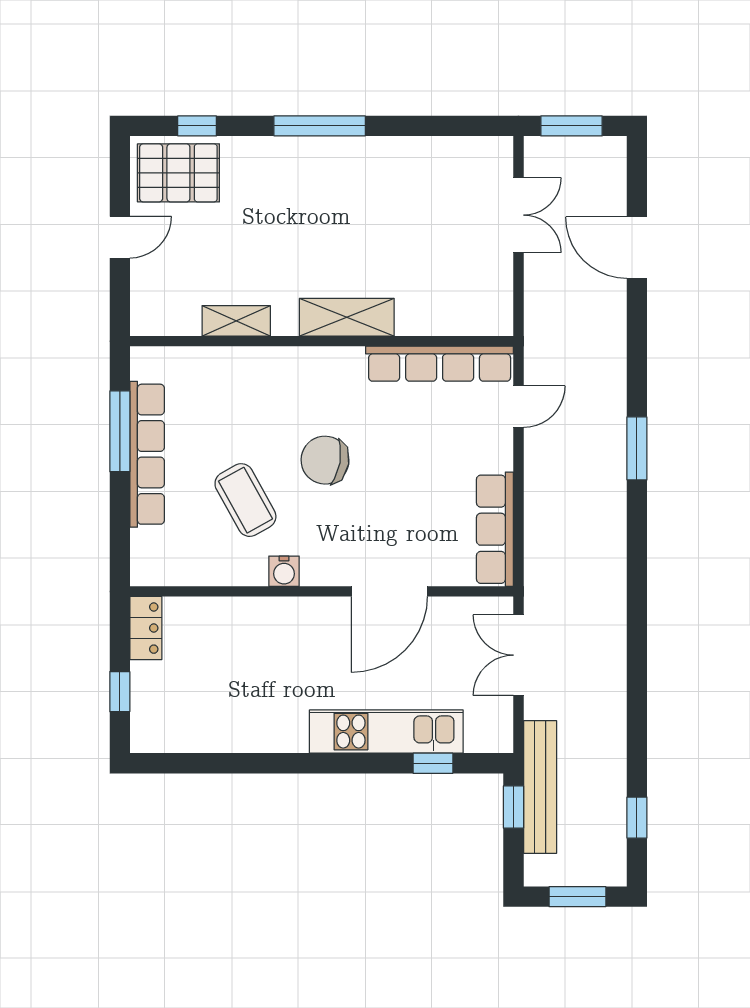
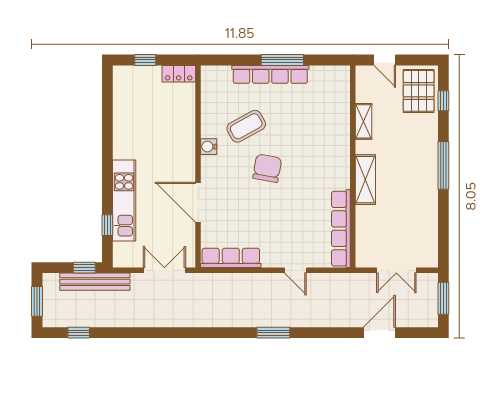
shelving: (347, 317) -> (365, 180), moved
shelving: (236, 321) -> (364, 121), moved
wall: (322, 341) -> (353, 166), moved
row of seats: (440, 364) -> (341, 229), moved

